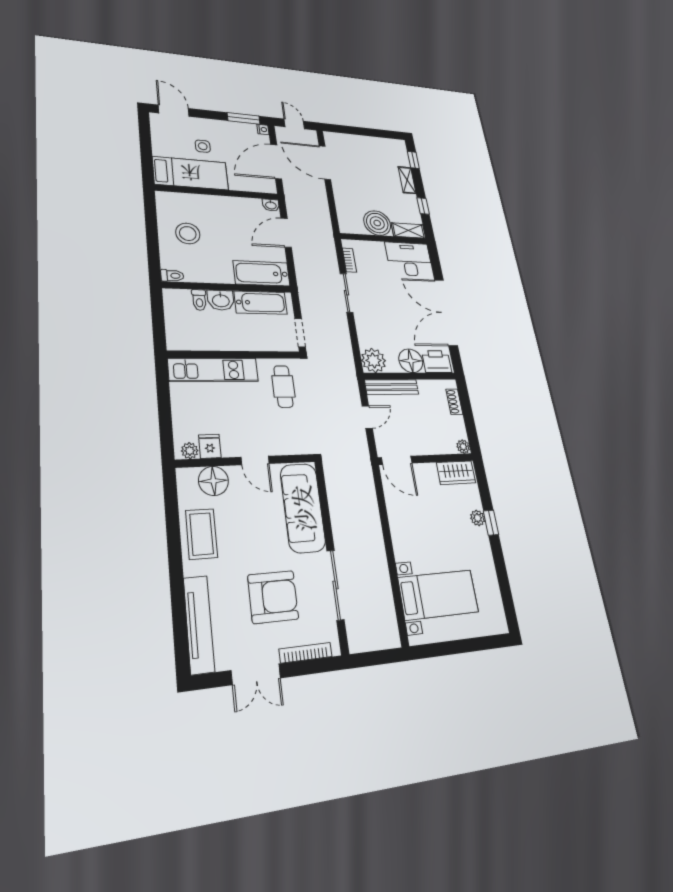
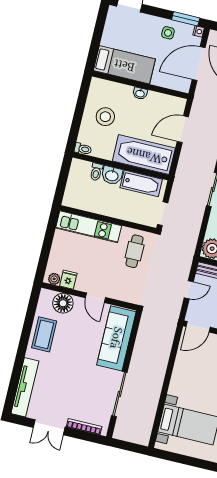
side table: (203, 146) -> (168, 33), moved
washbasin: (271, 205) -> (140, 93), moved
bathtub: (262, 273) -> (144, 155), width x1.36, depth x1.36
door: (397, 460) -> (198, 327), hinge flipped
armchair: (273, 597) -> (76, 387), removed

